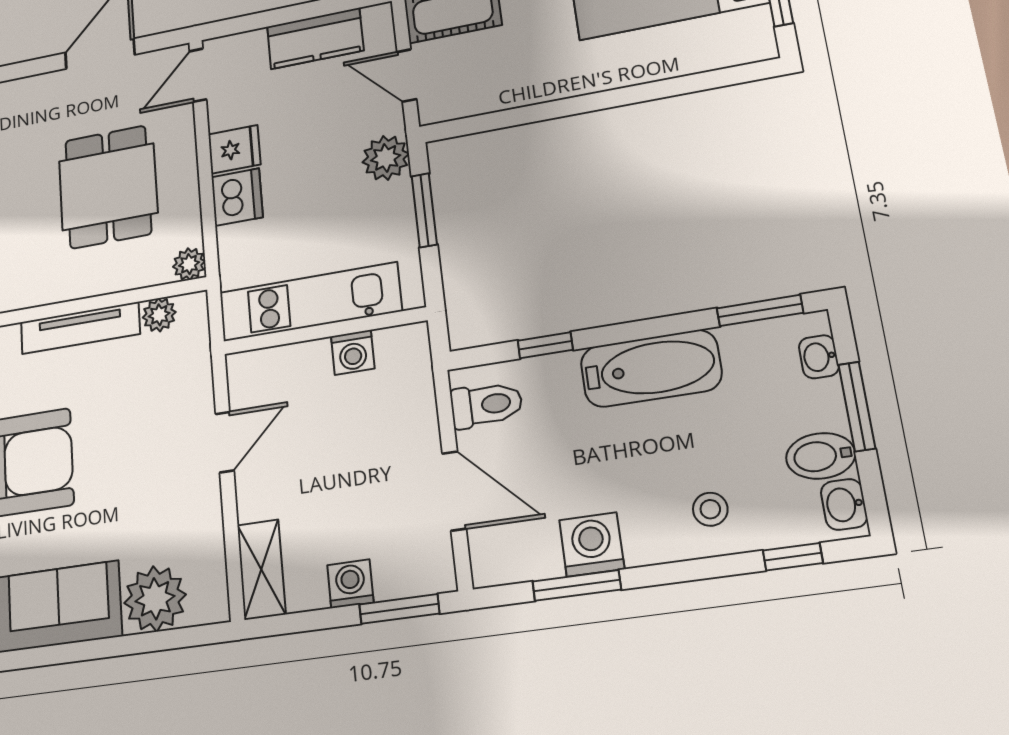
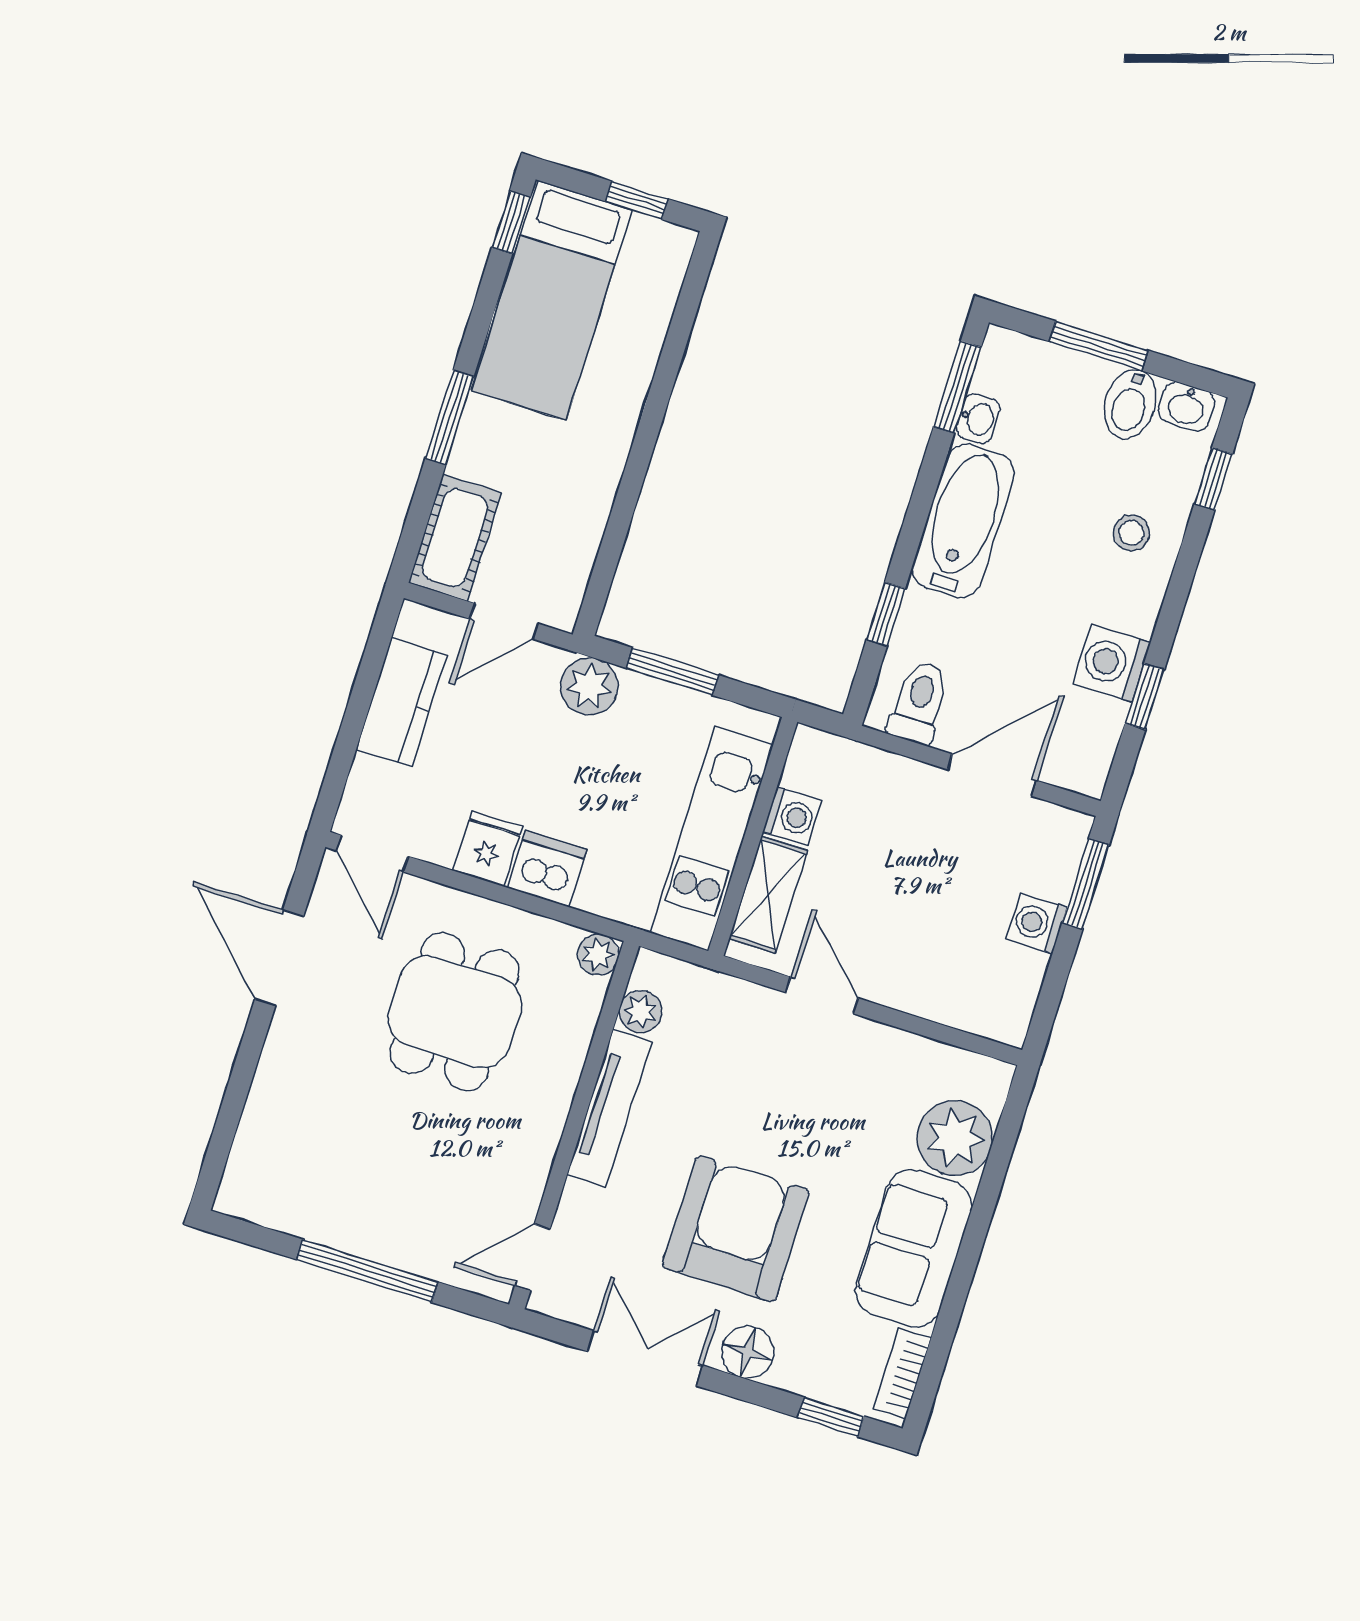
dining table: (108, 187) -> (455, 1012), turned 90
washbasin: (819, 357) -> (978, 419), moved, turned -90
shelving: (261, 569) -> (768, 895), moved, turned 90
window: (577, 585) -> (1145, 697), width x0.67

